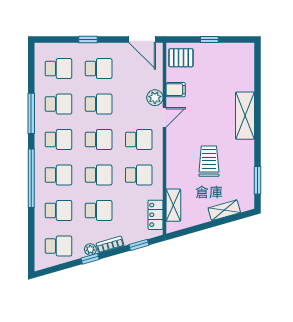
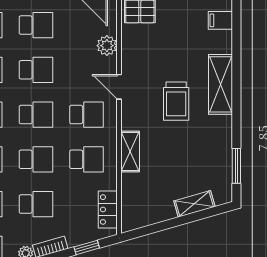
filing cabinet: (176, 90) -> (220, 20), moved, turned 180
plant: (155, 98) -> (107, 46), moved
door: (165, 117) -> (119, 87), swing flipped
trolley: (209, 161) -> (176, 101), moved, turned 180
shelving: (173, 205) -> (130, 152), moved

